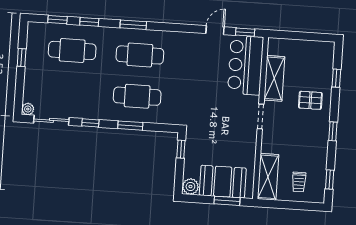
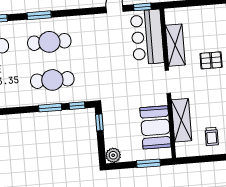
window: (90, 123) -> (77, 106), moved
shelving: (268, 177) -> (181, 120), moved
booth: (223, 182) -> (155, 127), moved, turned 90

